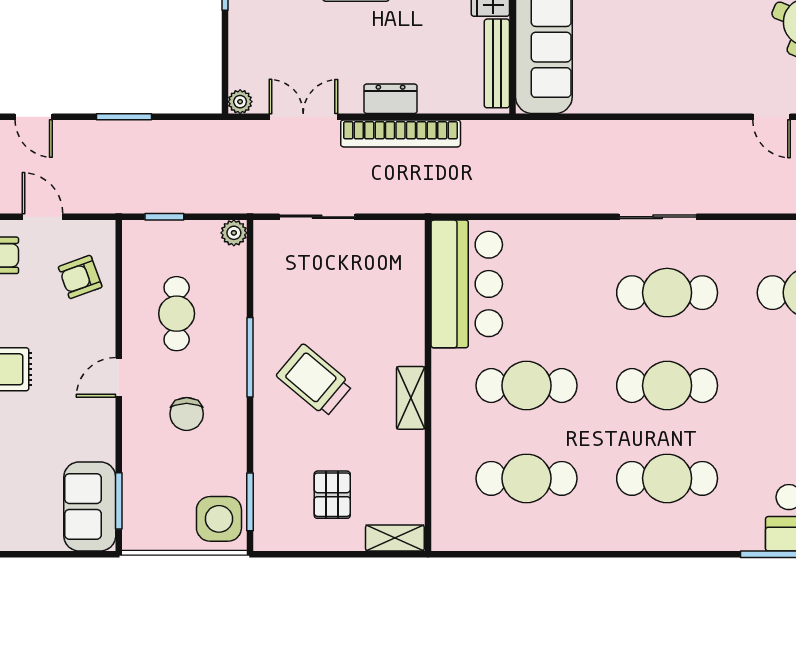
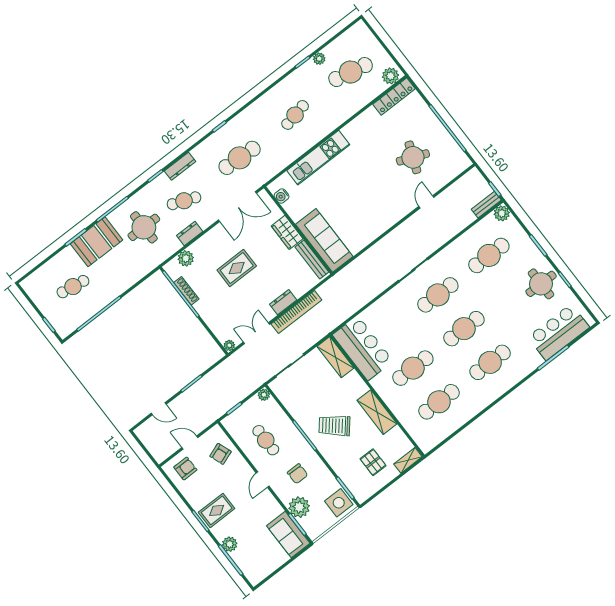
door: (772, 117) -> (426, 202), swing flipped
shelving: (407, 264) -> (336, 357), added
shelving: (411, 398) -> (377, 412), width x1.50, depth x1.33
plant: (145, 474) -> (299, 507), added

